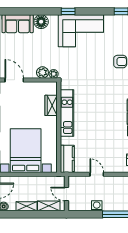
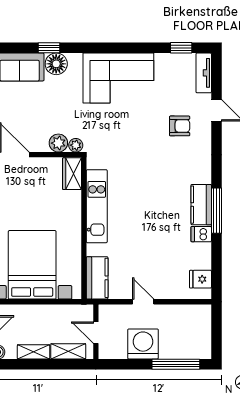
window: (68, 11) -> (49, 48), moved
wardrobe: (51, 105) -> (72, 174), moved
washing machine: (97, 206) -> (143, 344), width x1.89, depth x1.89

